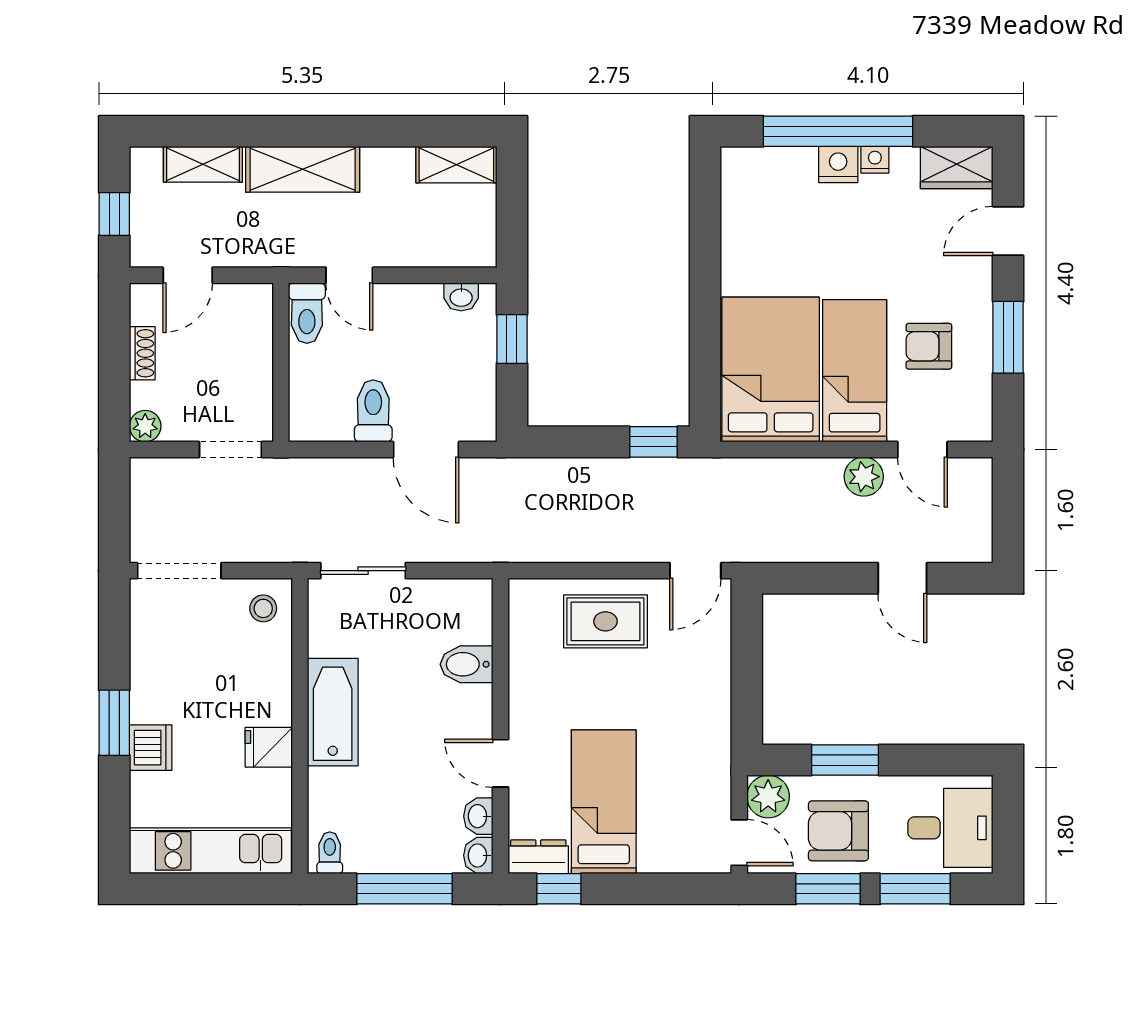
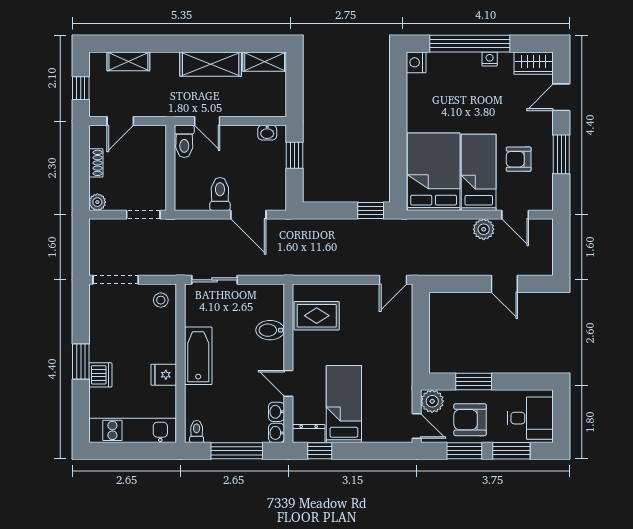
nightstand: (838, 164) -> (416, 62), moved, turned -90
shelving: (303, 169) -> (211, 64), moved
rug: (605, 621) -> (317, 316), moved

